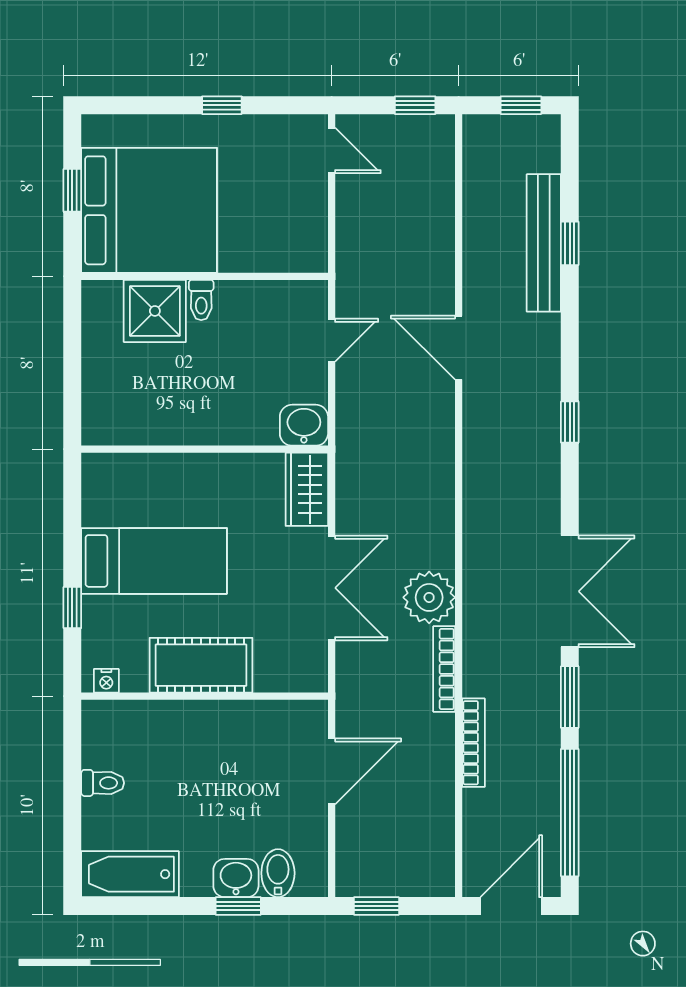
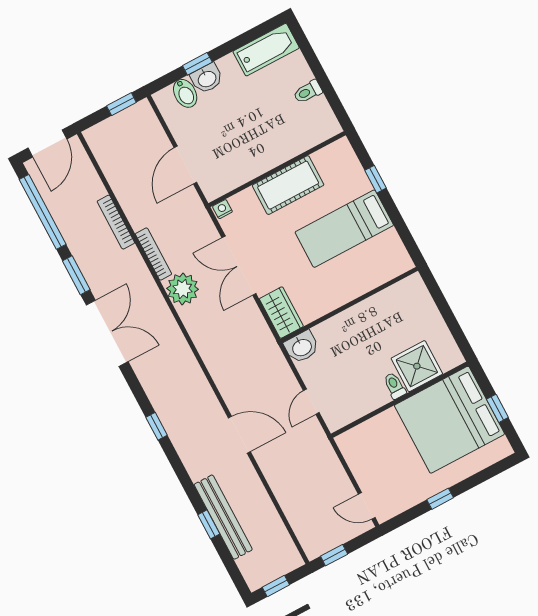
double door: (570, 591) -> (107, 333), swing flipped
nightstand: (106, 681) -> (222, 209), moved

